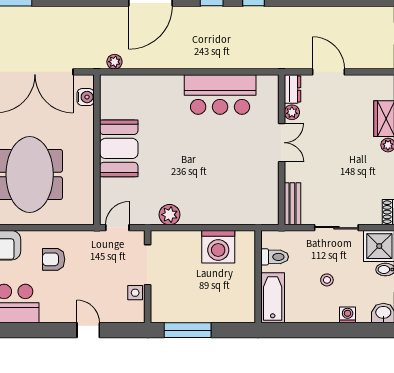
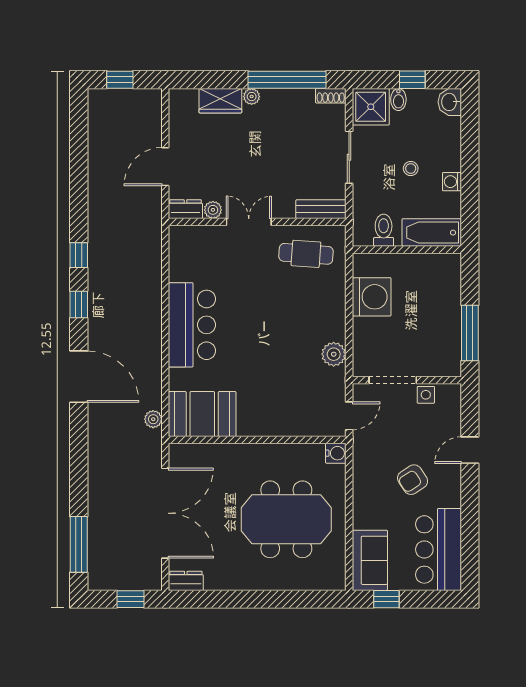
bar counter: (220, 95) -> (192, 325), moved
water cooler: (86, 97) -> (336, 453), moved, turned 90
booth: (119, 148) -> (202, 414), moved
cafe table: (255, 191) -> (306, 254), added
door: (117, 228) -> (349, 416), swing flipped
armchair: (54, 259) -> (413, 480), moved, turned 57
washing machine: (348, 315) -> (452, 182), moved

